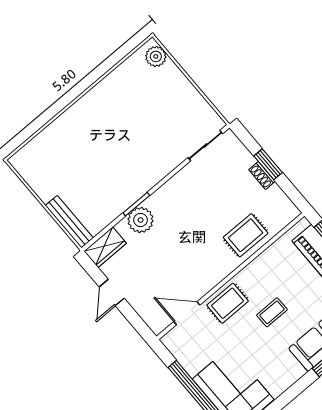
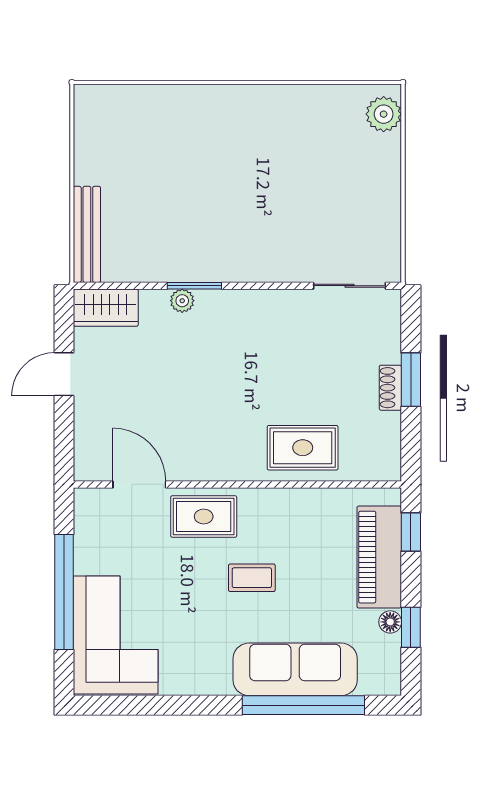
plant: (141, 220) -> (182, 301), width x0.53, depth x0.53

